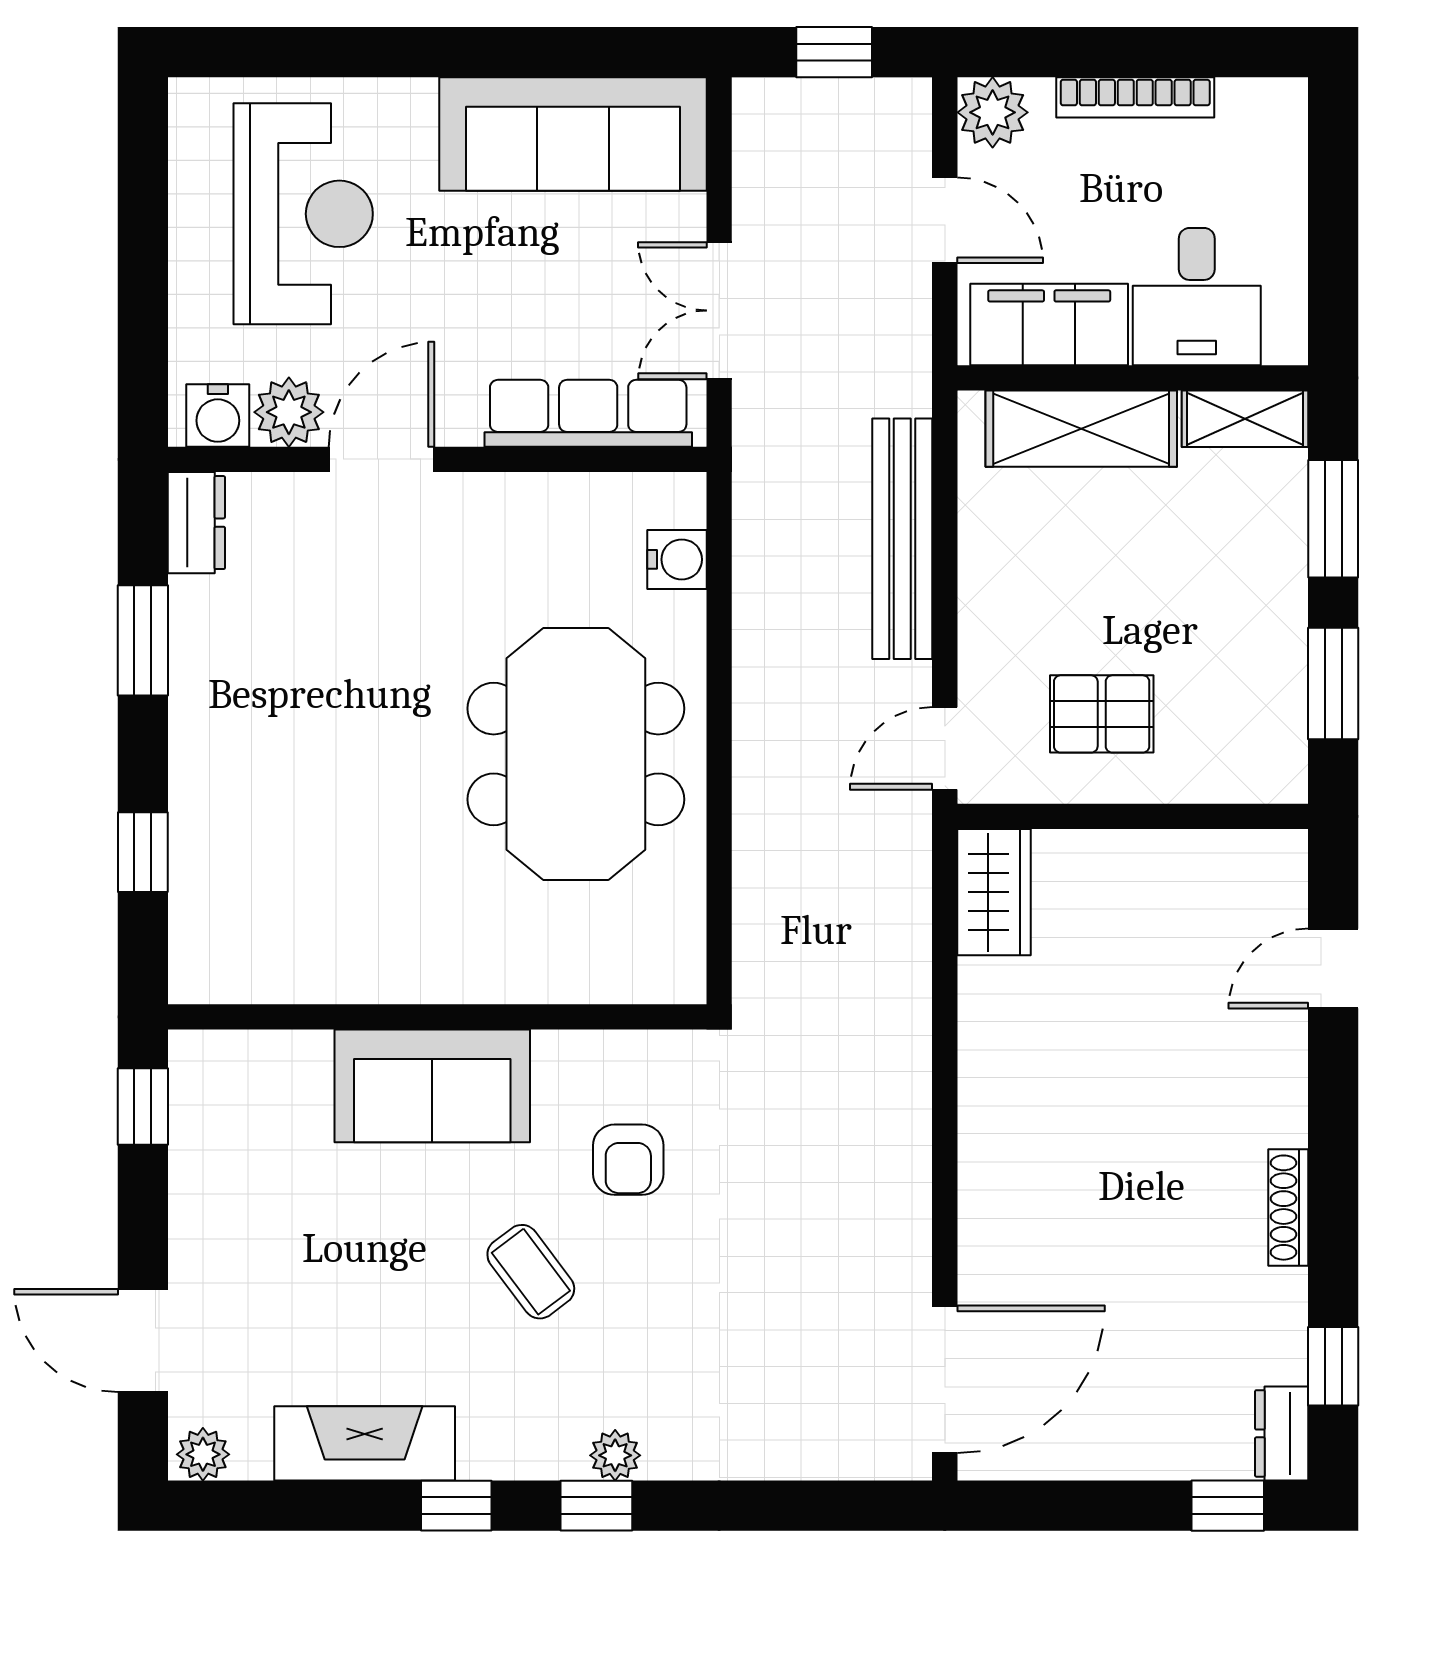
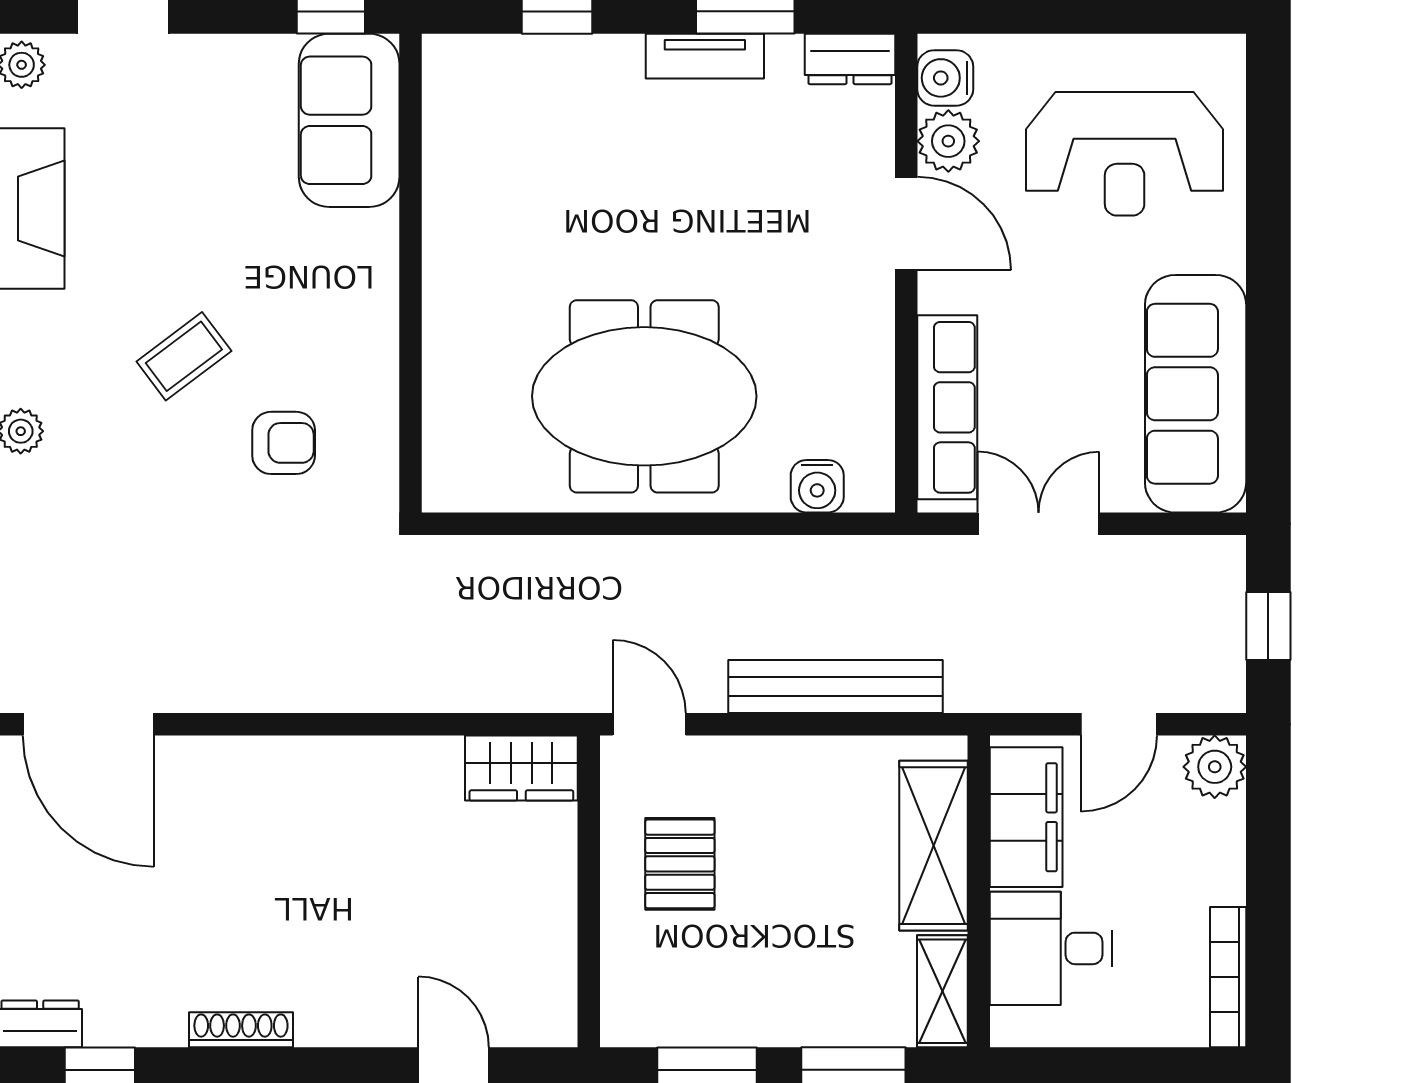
bookcase: (1135, 97) -> (1228, 977), moved
tv unit: (193, 686) -> (705, 56), added
sofa: (432, 1086) -> (349, 120), moved
armchair: (628, 1160) -> (284, 443), turned 180

